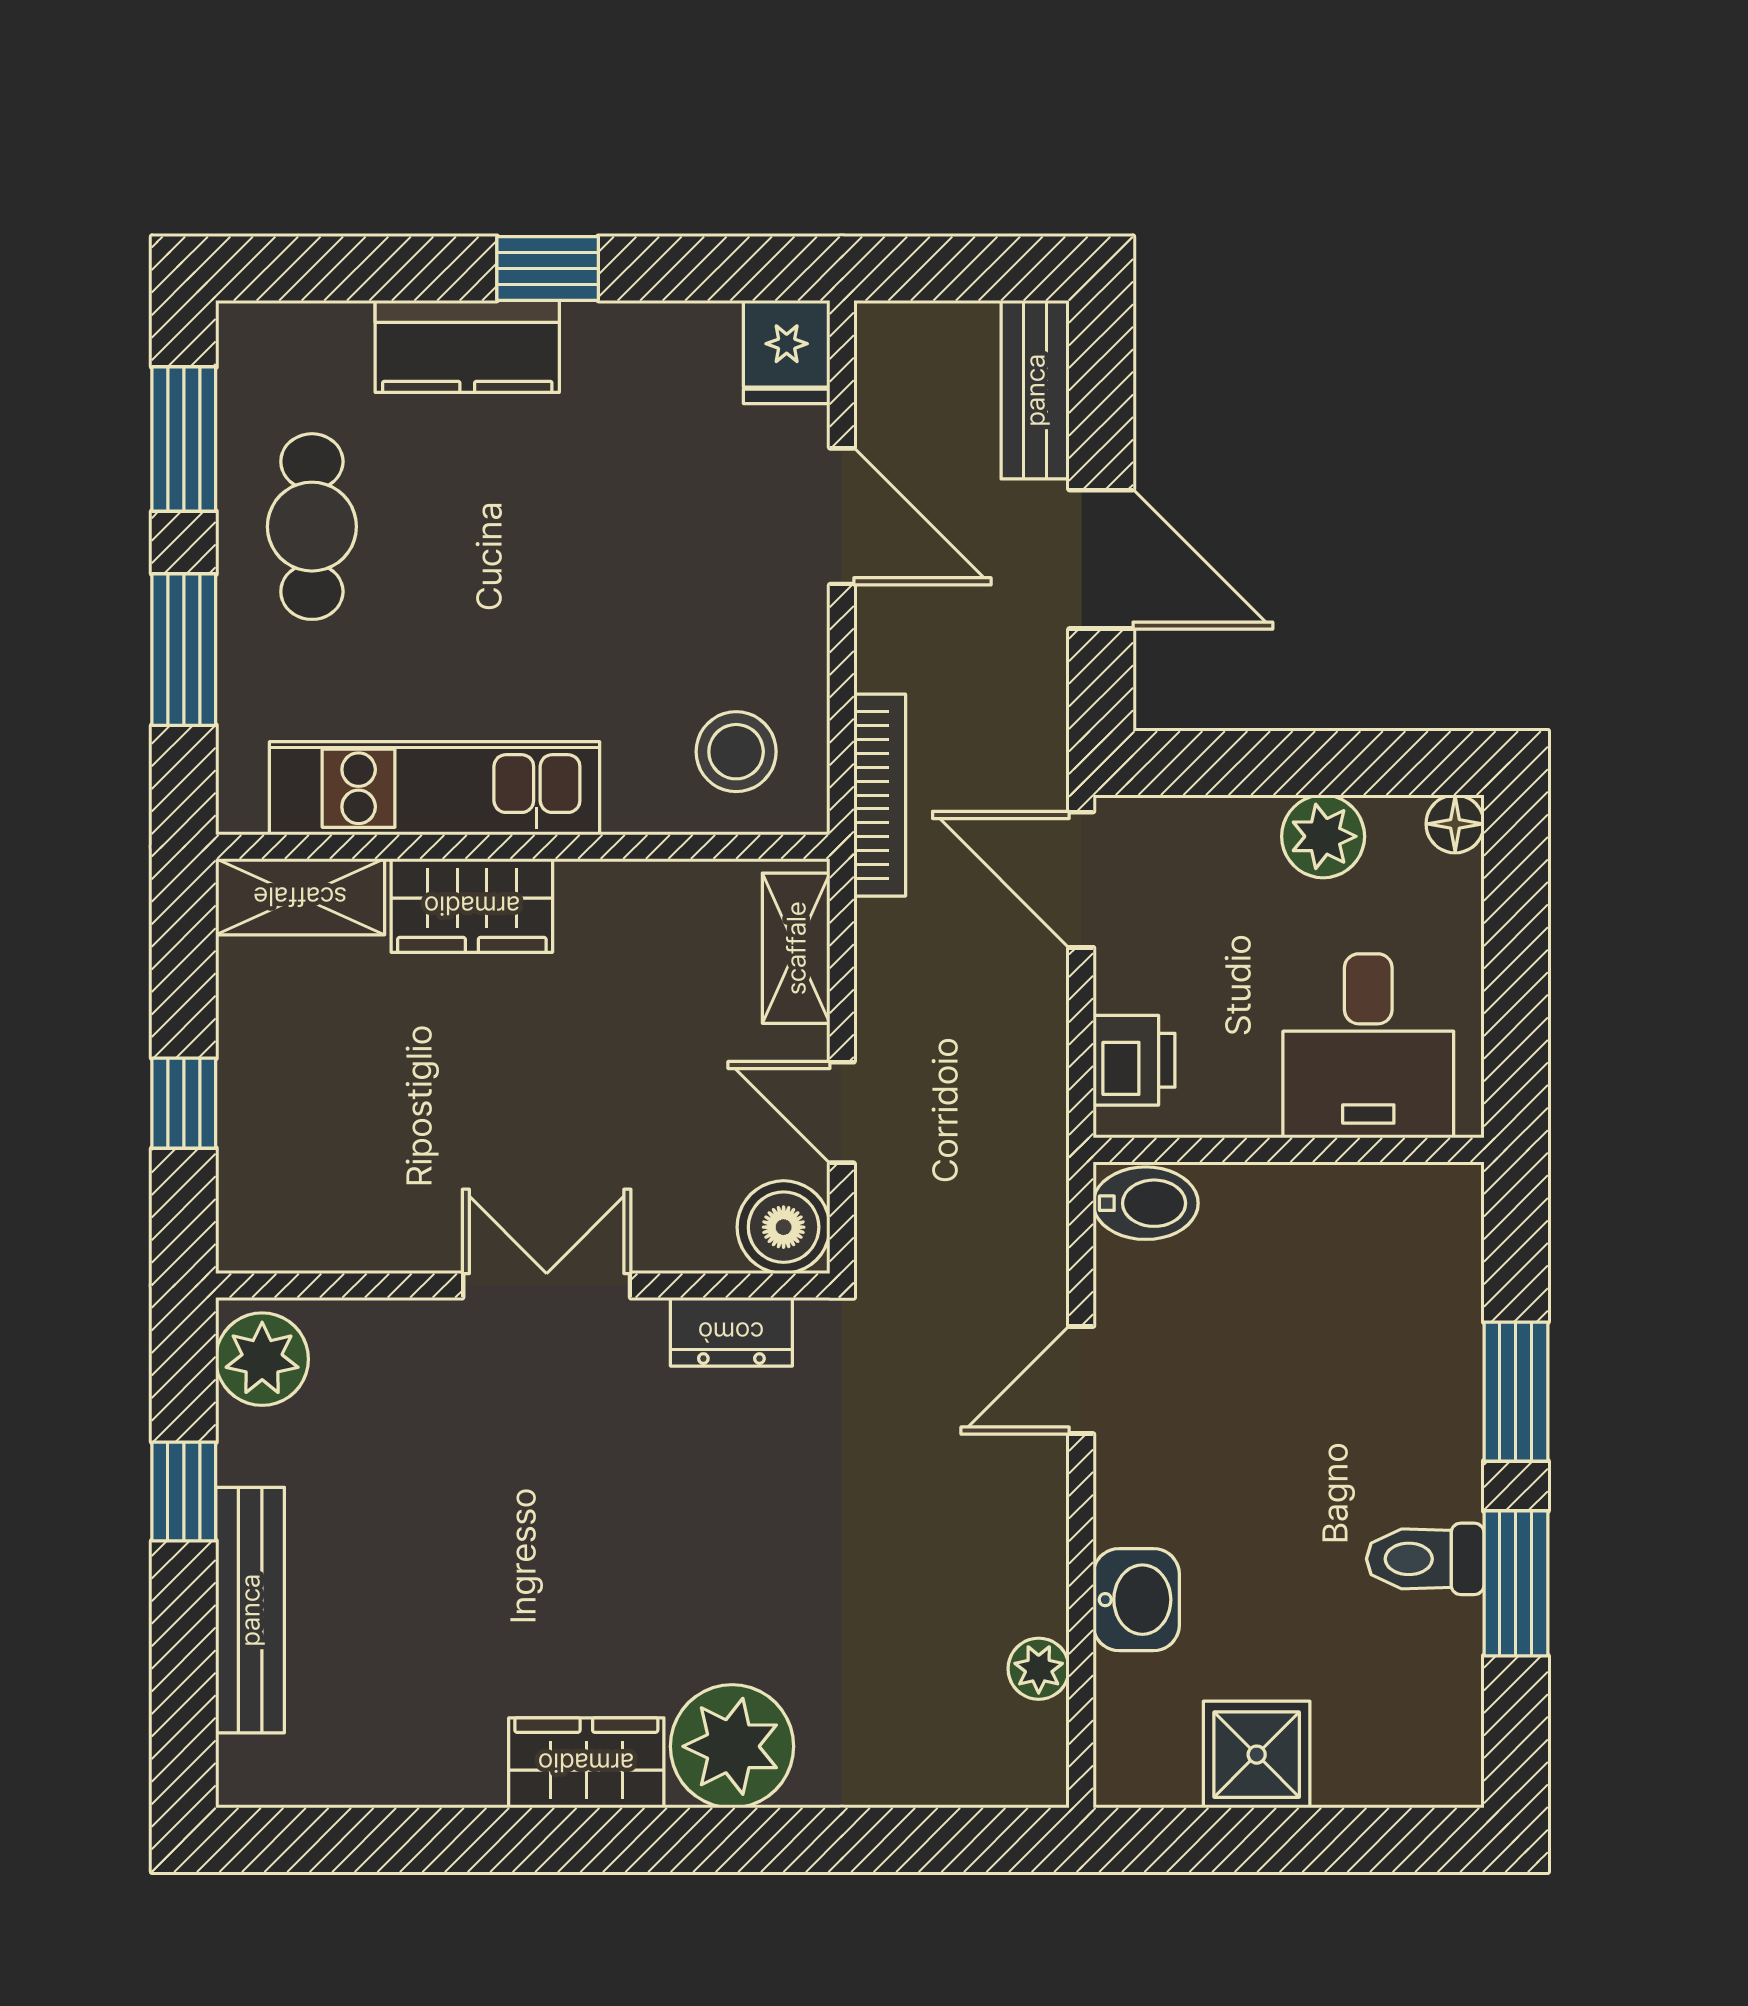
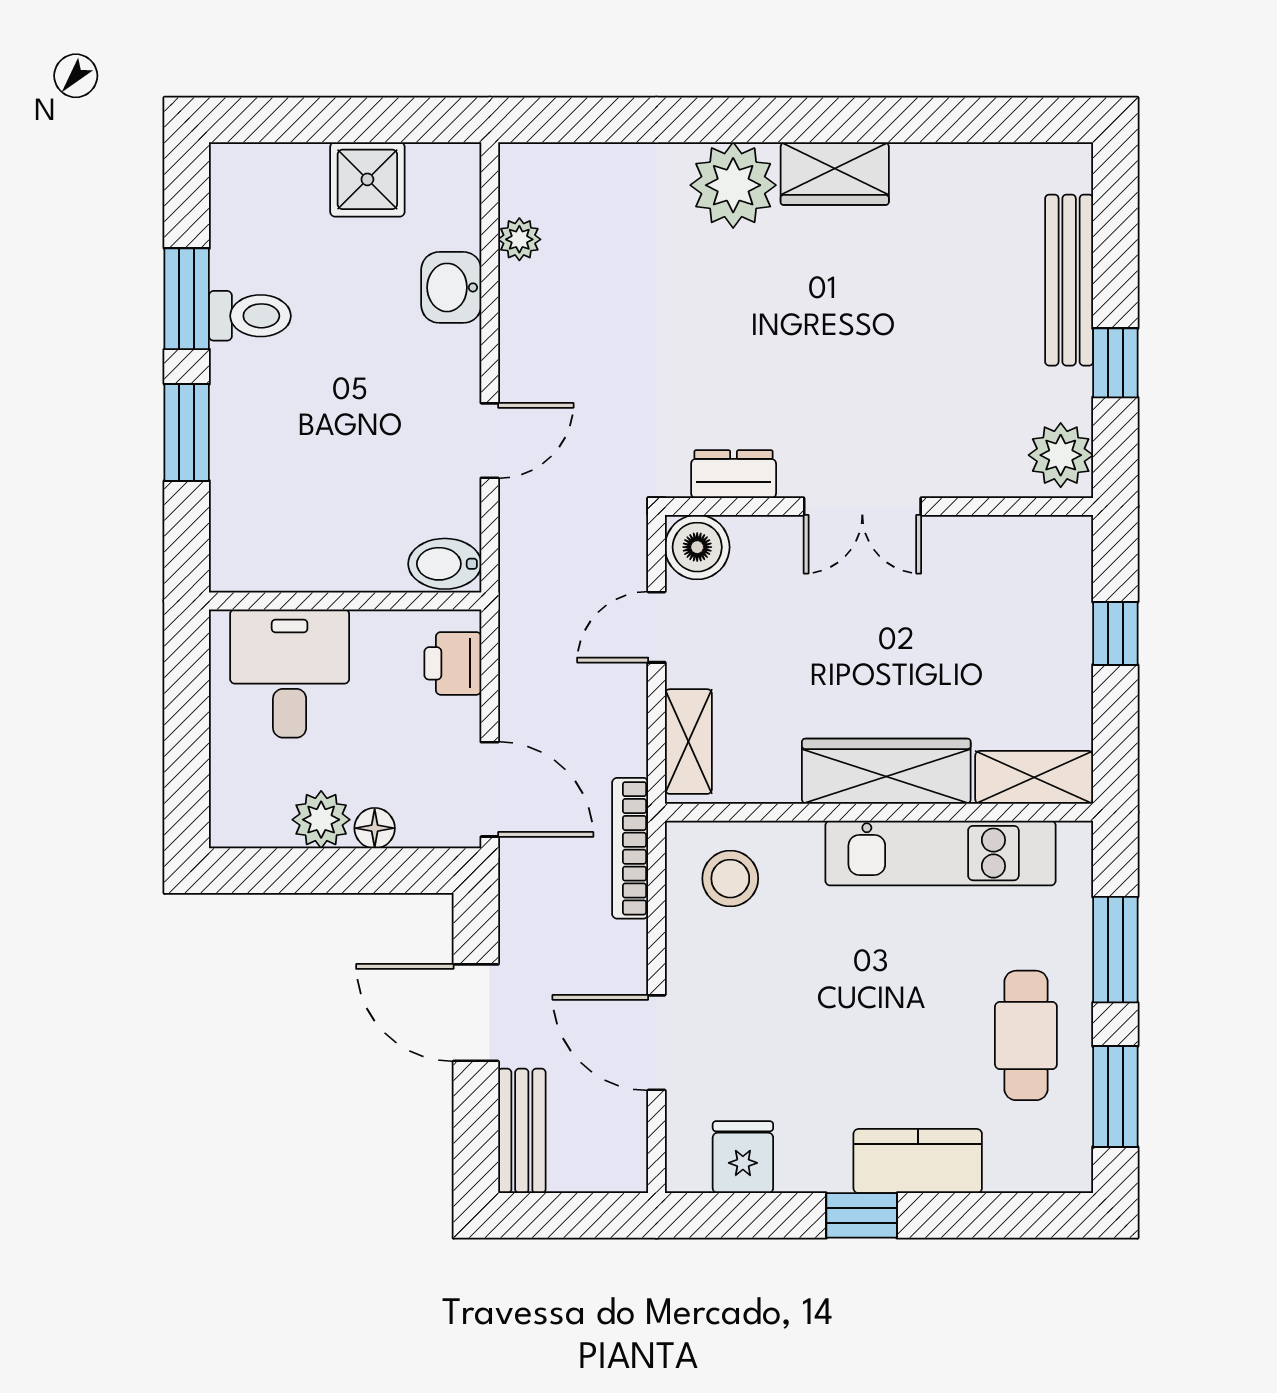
fridge: (787, 352) -> (743, 1157), moved
floor lamp: (1455, 824) -> (375, 828), moved
wardrobe: (472, 906) -> (886, 771), width x1.50
door: (842, 1112) -> (657, 627), swing flipped

